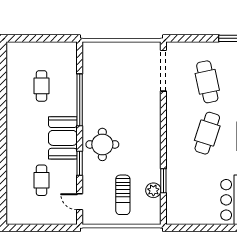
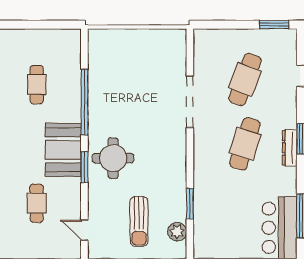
doorway: (163, 71) -> (190, 102), moved
cafe table: (207, 82) -> (245, 79), turned 33
window: (80, 163) -> (84, 167), moved
plant: (153, 190) -> (177, 232), moved

